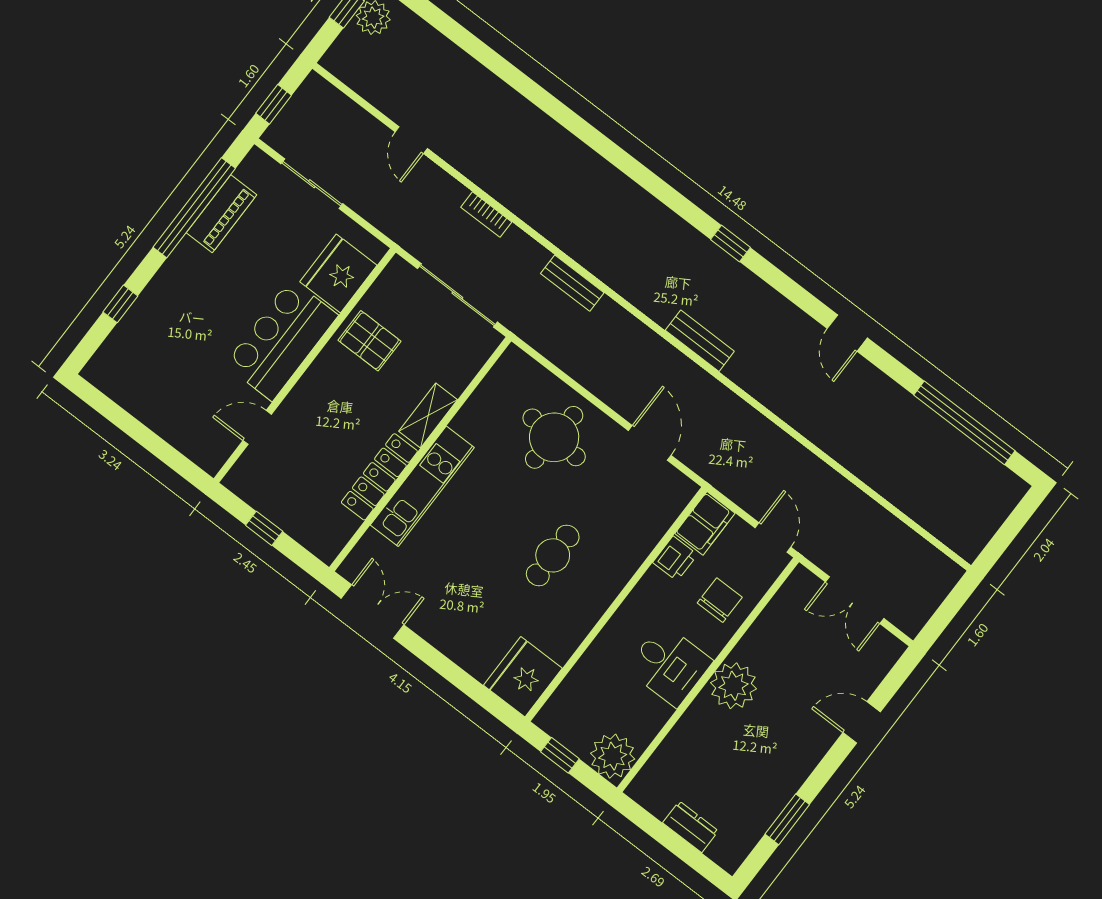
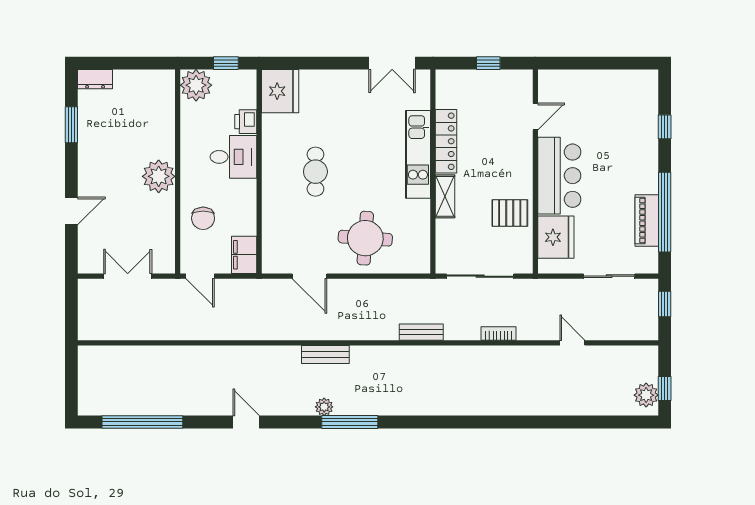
window: (731, 243) -> (350, 422), width x2.17
plant: (746, 283) -> (324, 407), added
printer: (675, 558) -> (246, 122), moved
desk: (669, 665) -> (233, 157), moved, turned 180
dresser: (691, 827) -> (95, 79), moved

